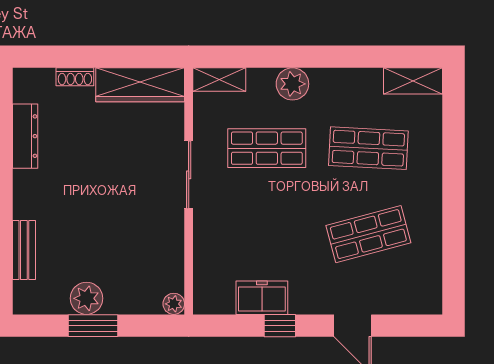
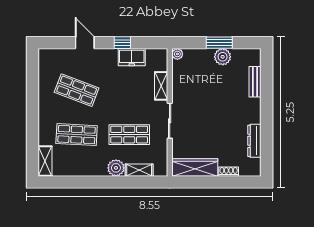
shelving: (219, 80) -> (139, 170), moved
shelving: (413, 81) -> (45, 161), moved, turned 90
shop shelf: (368, 234) -> (77, 90), turned 36
shelving: (205, 242) -> (161, 86), added

